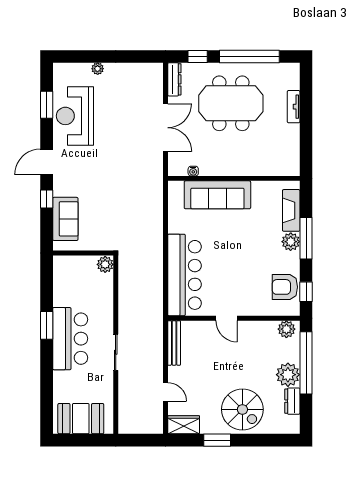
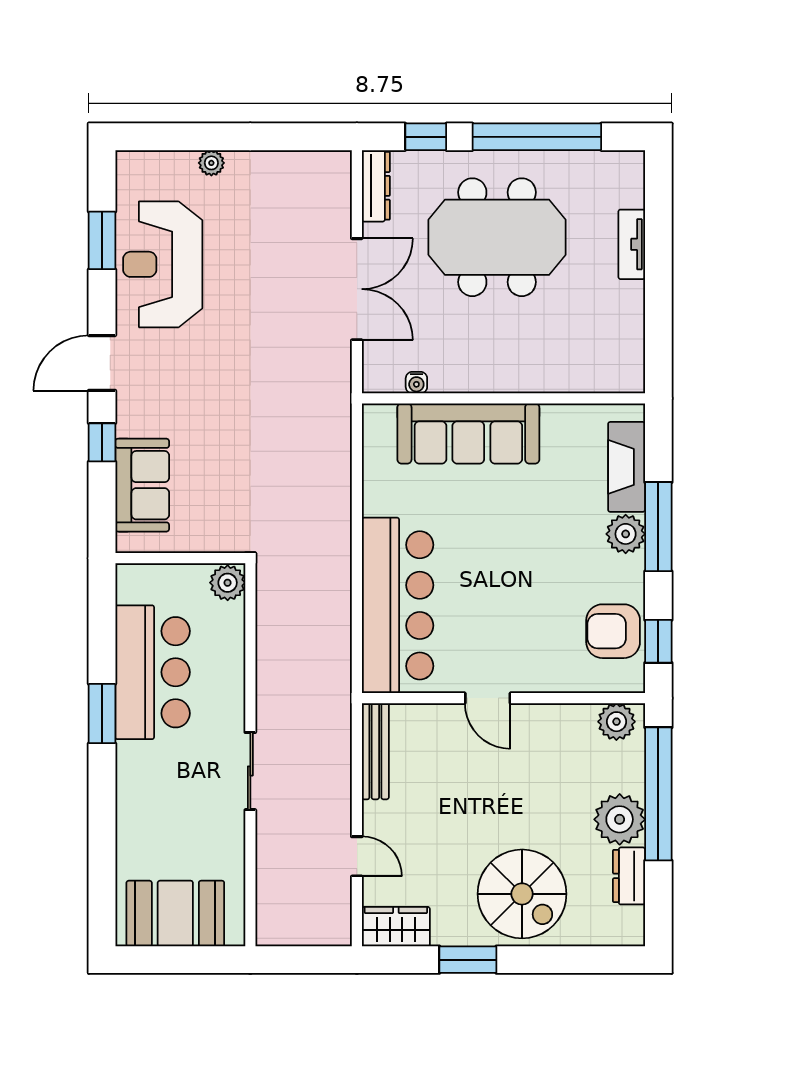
bar counter: (70, 339) -> (153, 672), moved

